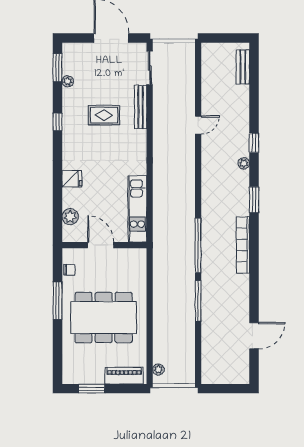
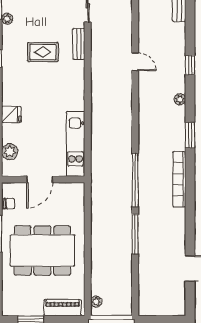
bench: (141, 107) -> (79, 44), width x0.73
door: (198, 125) -> (135, 62), hinge flipped
window: (254, 143) -> (190, 65), moved
door: (101, 245) -> (40, 179), swing flipped

